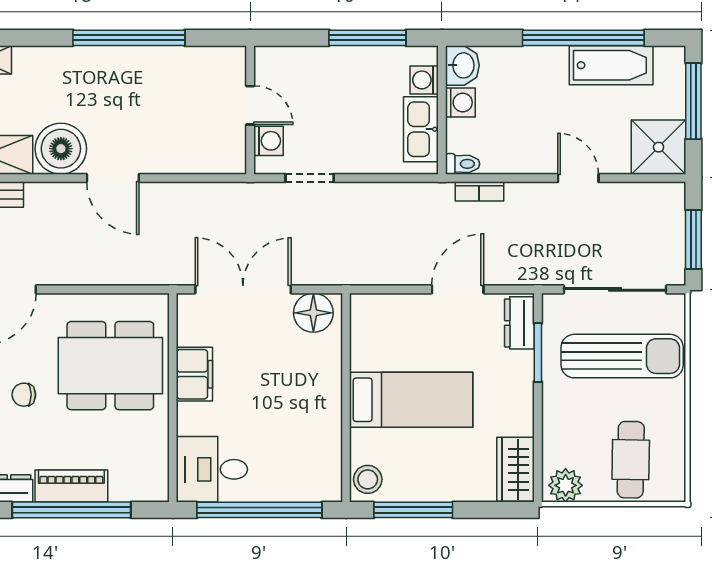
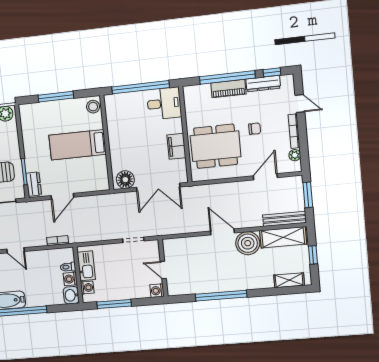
washing machine: (269, 141) -> (157, 291), moved
toilet: (463, 164) -> (68, 267), moved
wardrobe: (515, 469) -> (28, 118), removed
window: (413, 510) -> (56, 97), moved

